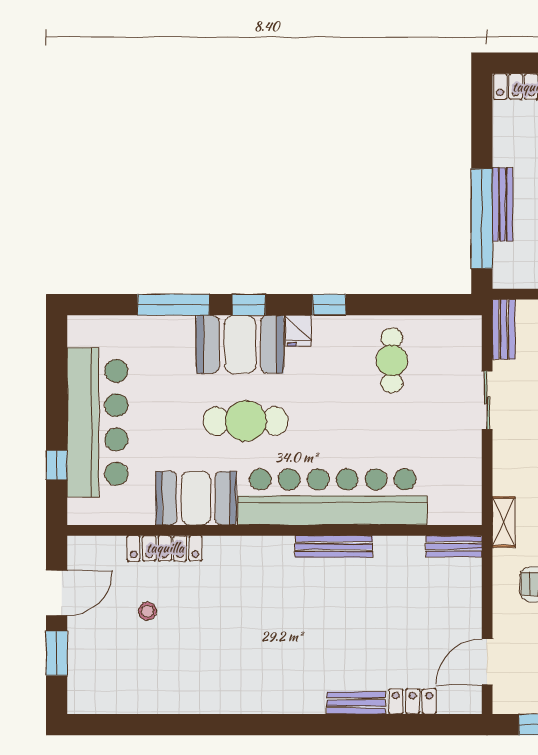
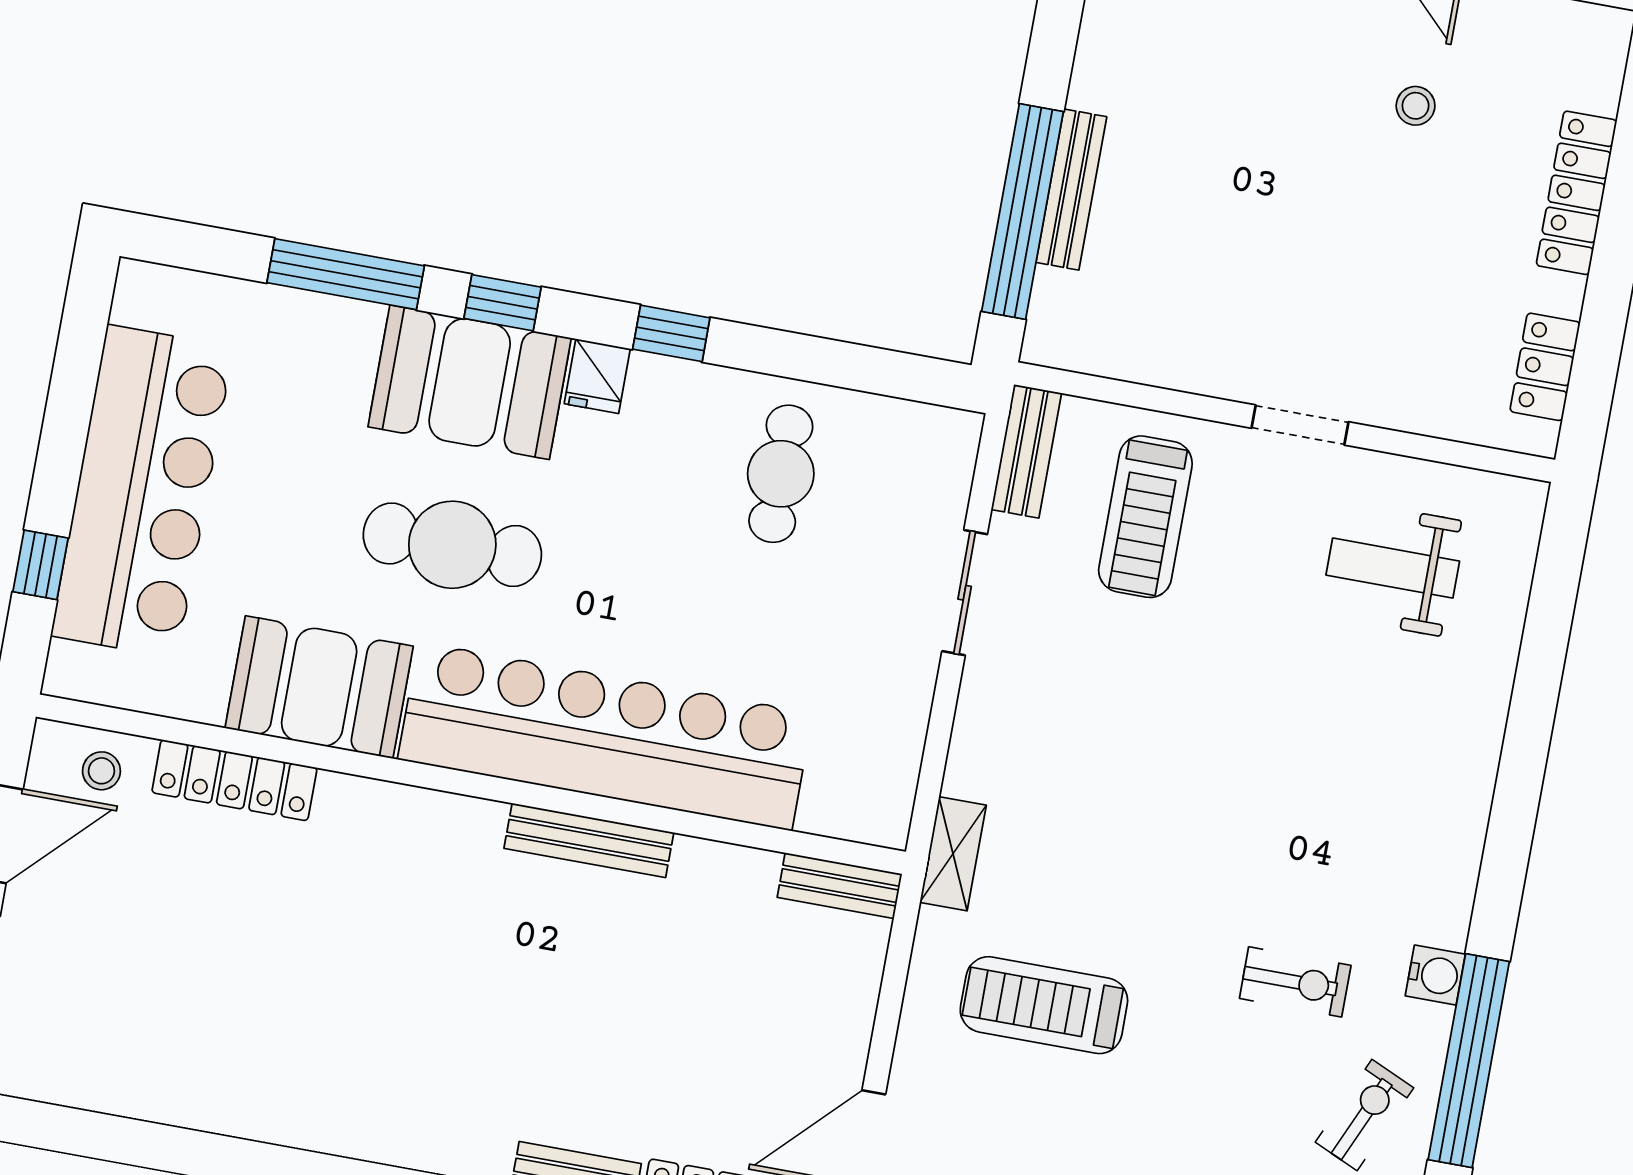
stool: (147, 611) -> (101, 771), moved

